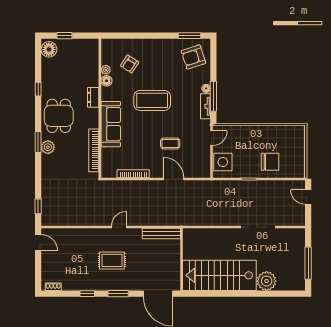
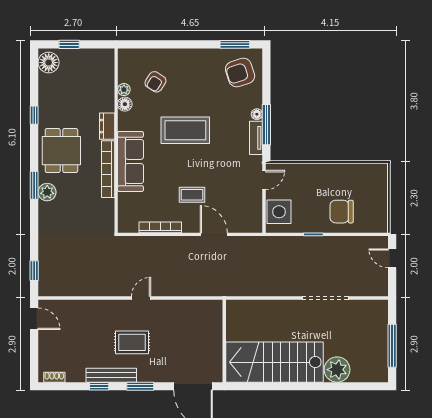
coffee table: (170, 143) -> (192, 195), moved
bookcase: (94, 150) -> (108, 169), moved
chair: (270, 162) -> (342, 212), turned 180
bench: (161, 234) -> (111, 375), moved

